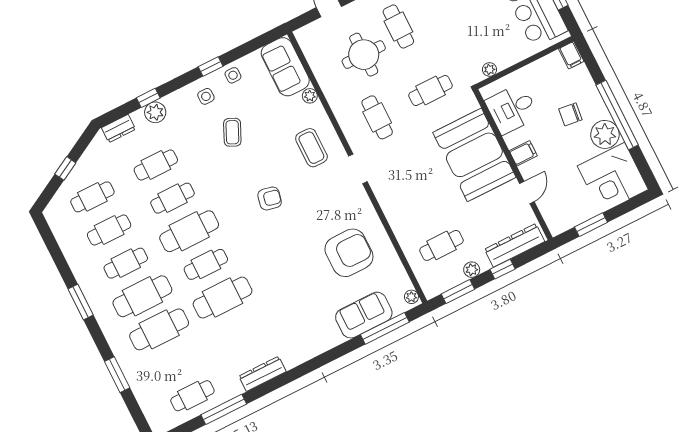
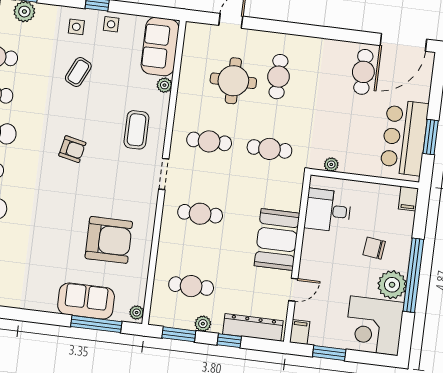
cafe table: (377, 117) -> (209, 141), turned 90
filing cabinet: (523, 153) -> (300, 332), moved, turned -90
booth: (474, 155) -> (277, 240), width x0.73, depth x0.70
cafe table: (409, 181) -> (200, 214), added

